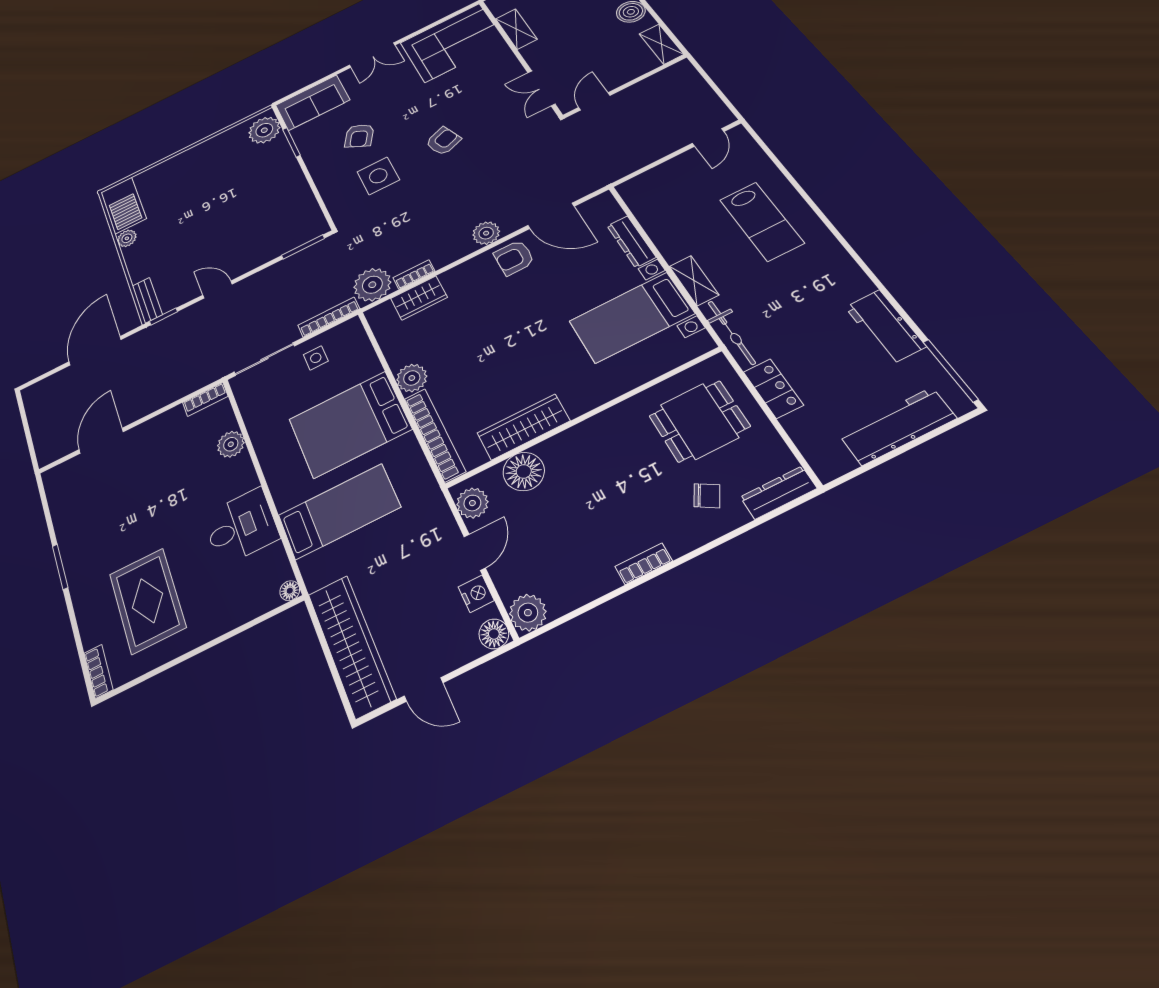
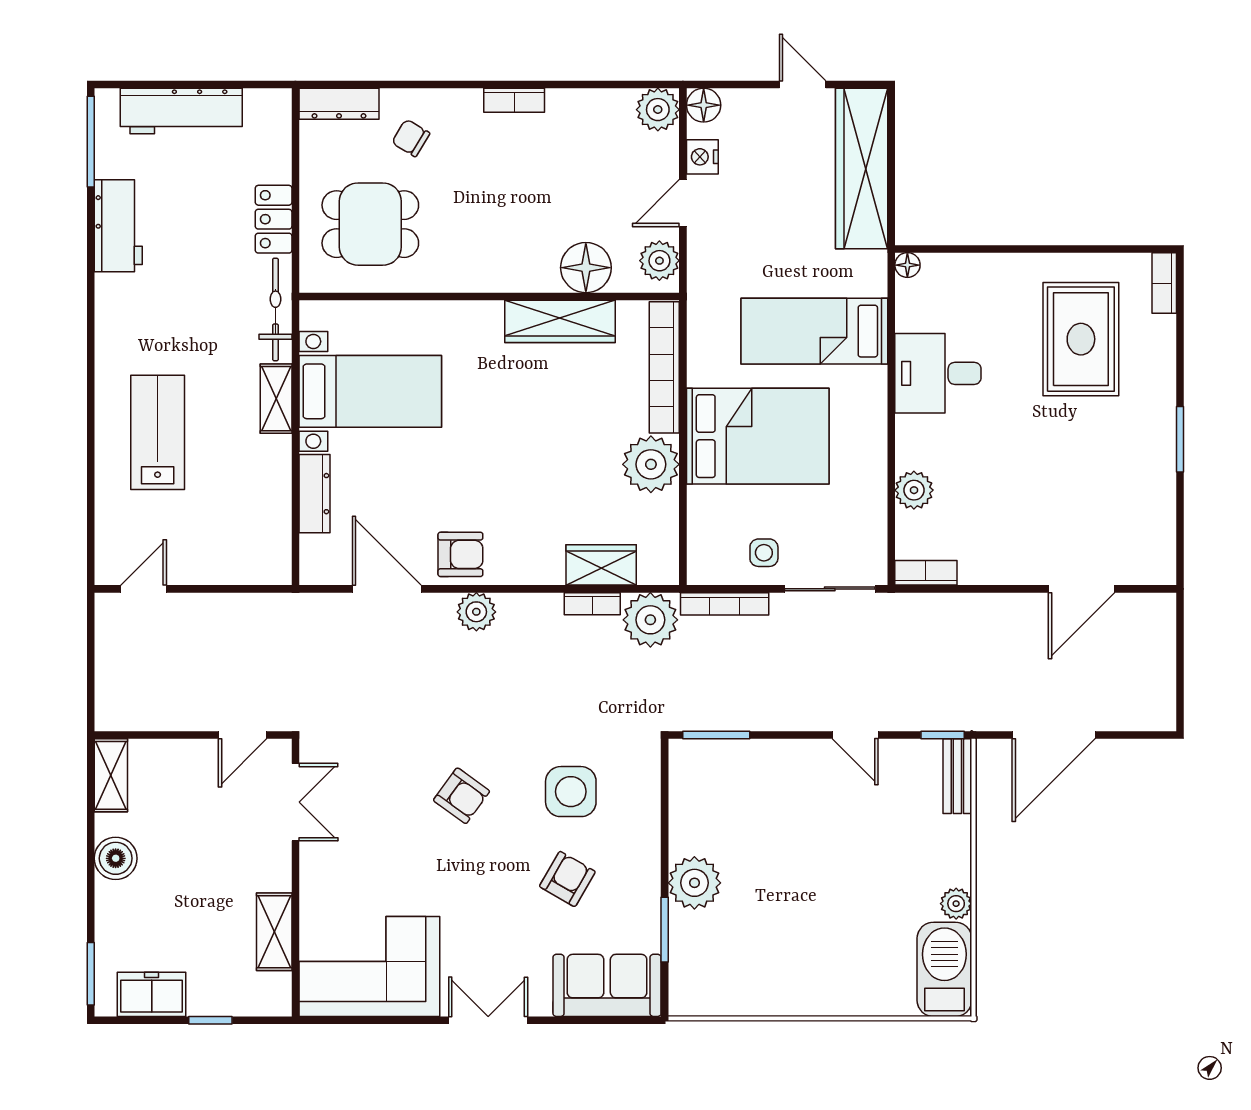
plant: (264, 130) -> (694, 883), moved
armchair: (443, 141) -> (462, 796), turned -123
plant: (412, 378) -> (651, 464), width x1.36, depth x1.36

